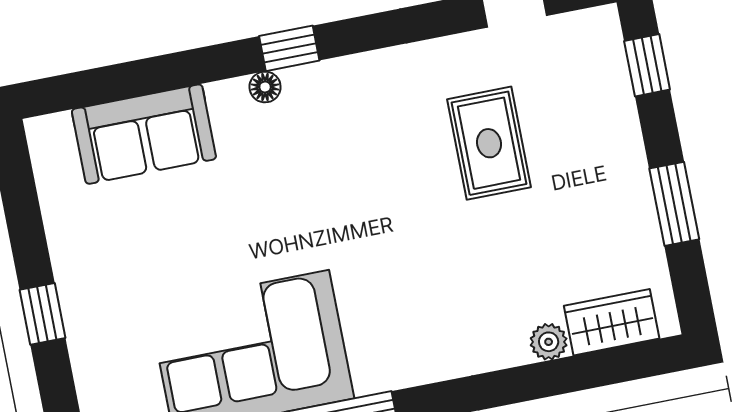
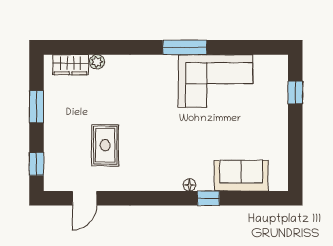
window: (289, 48) -> (208, 198), moved
window: (42, 314) -> (295, 93), moved

